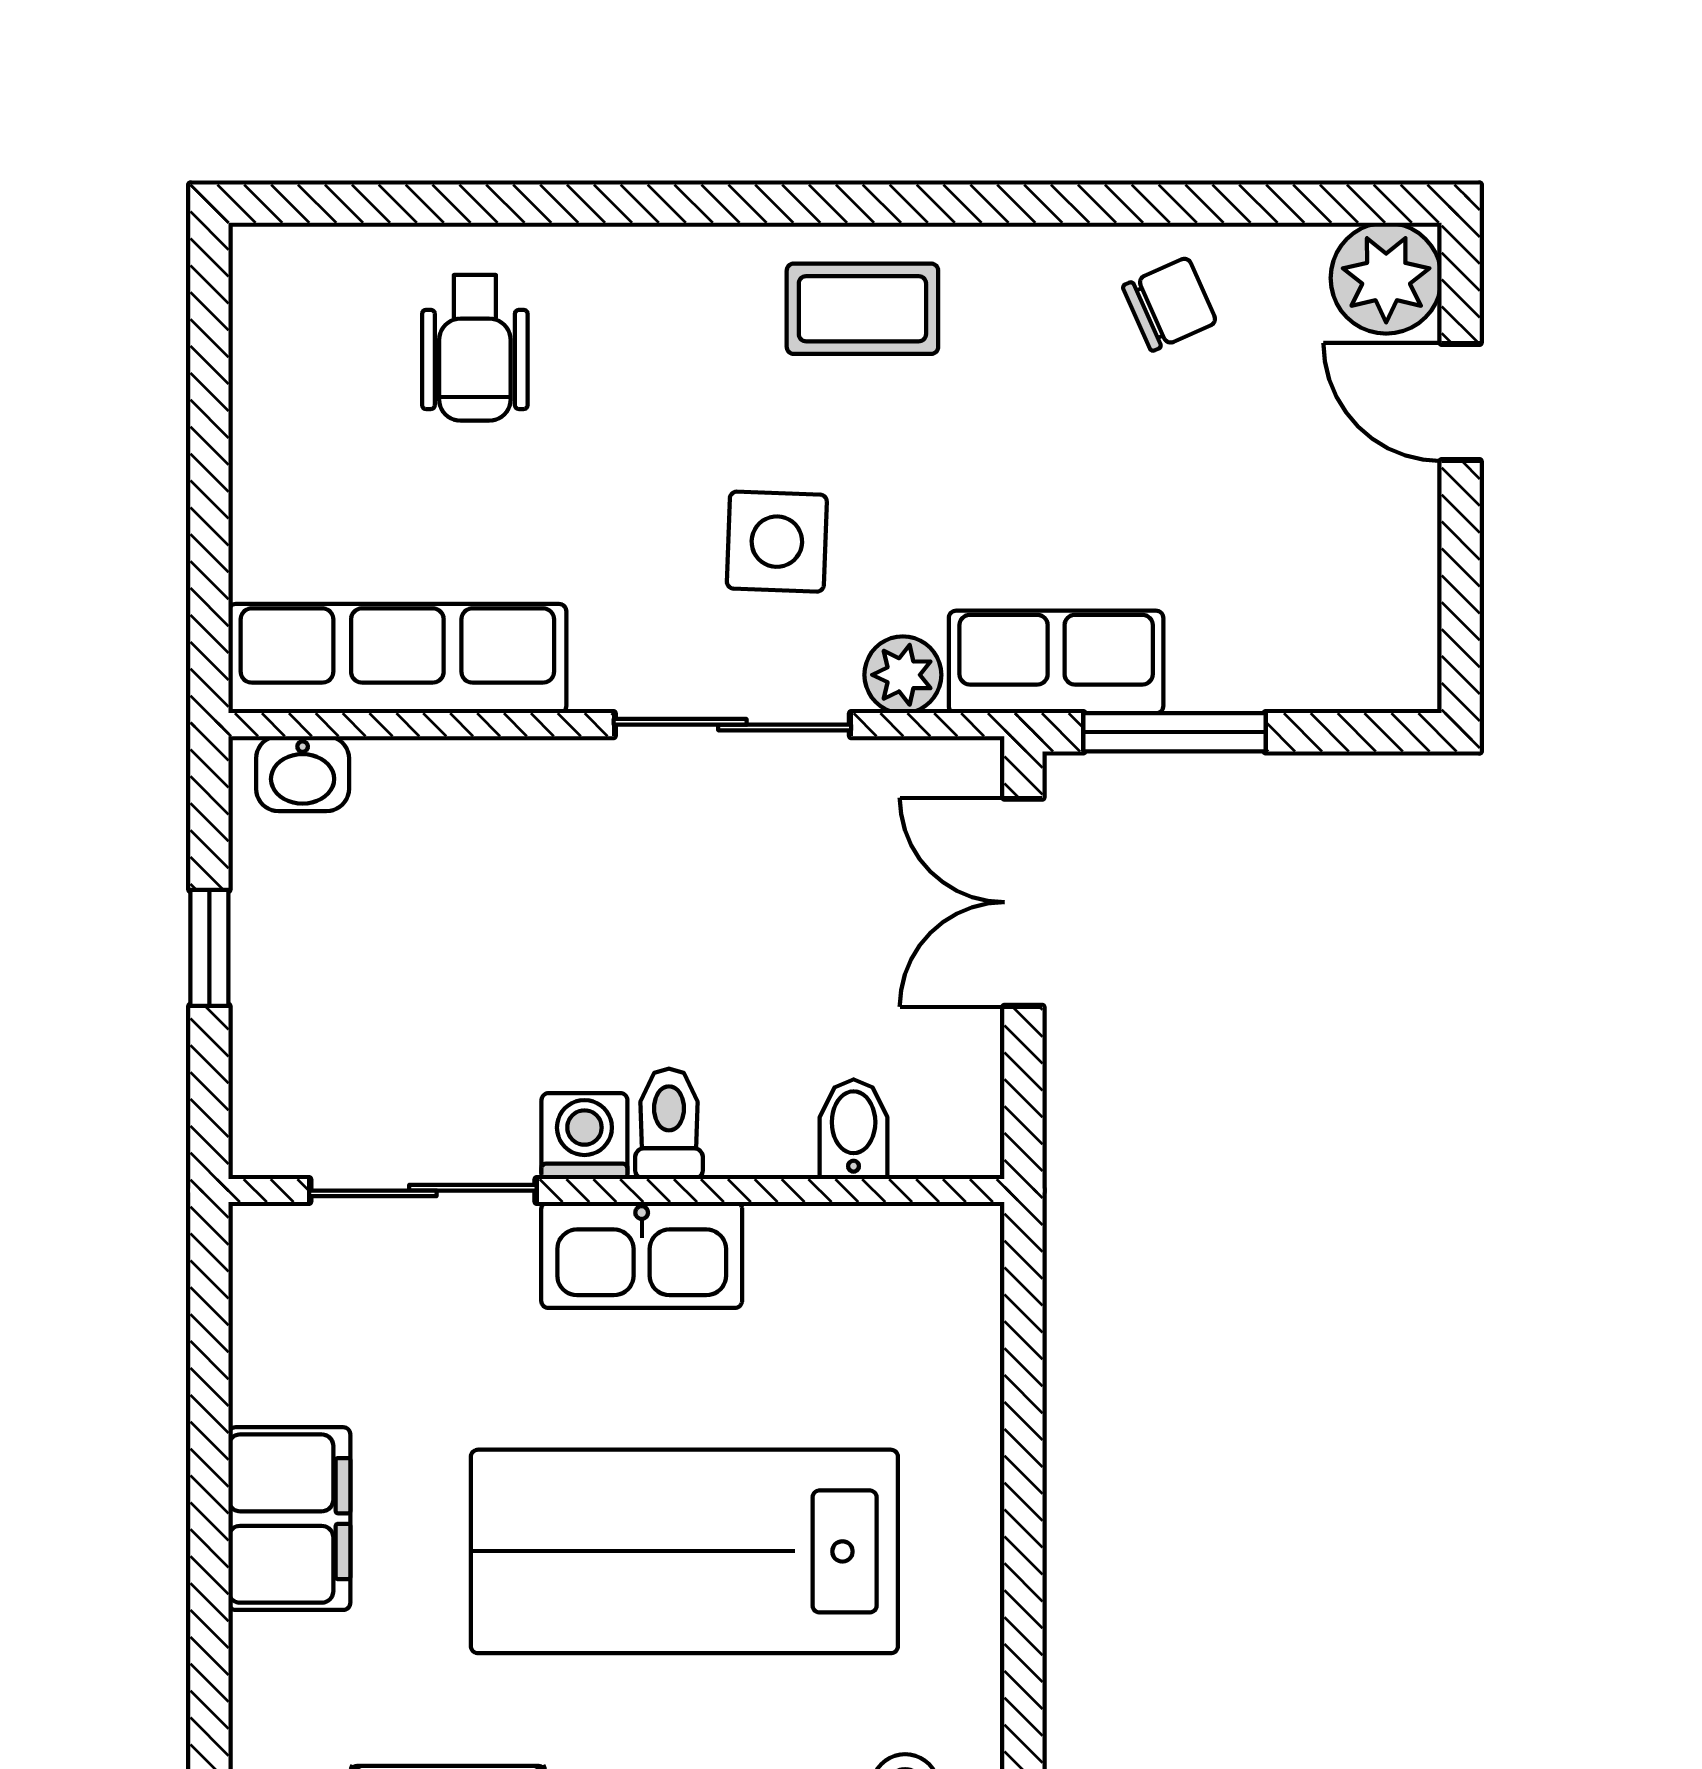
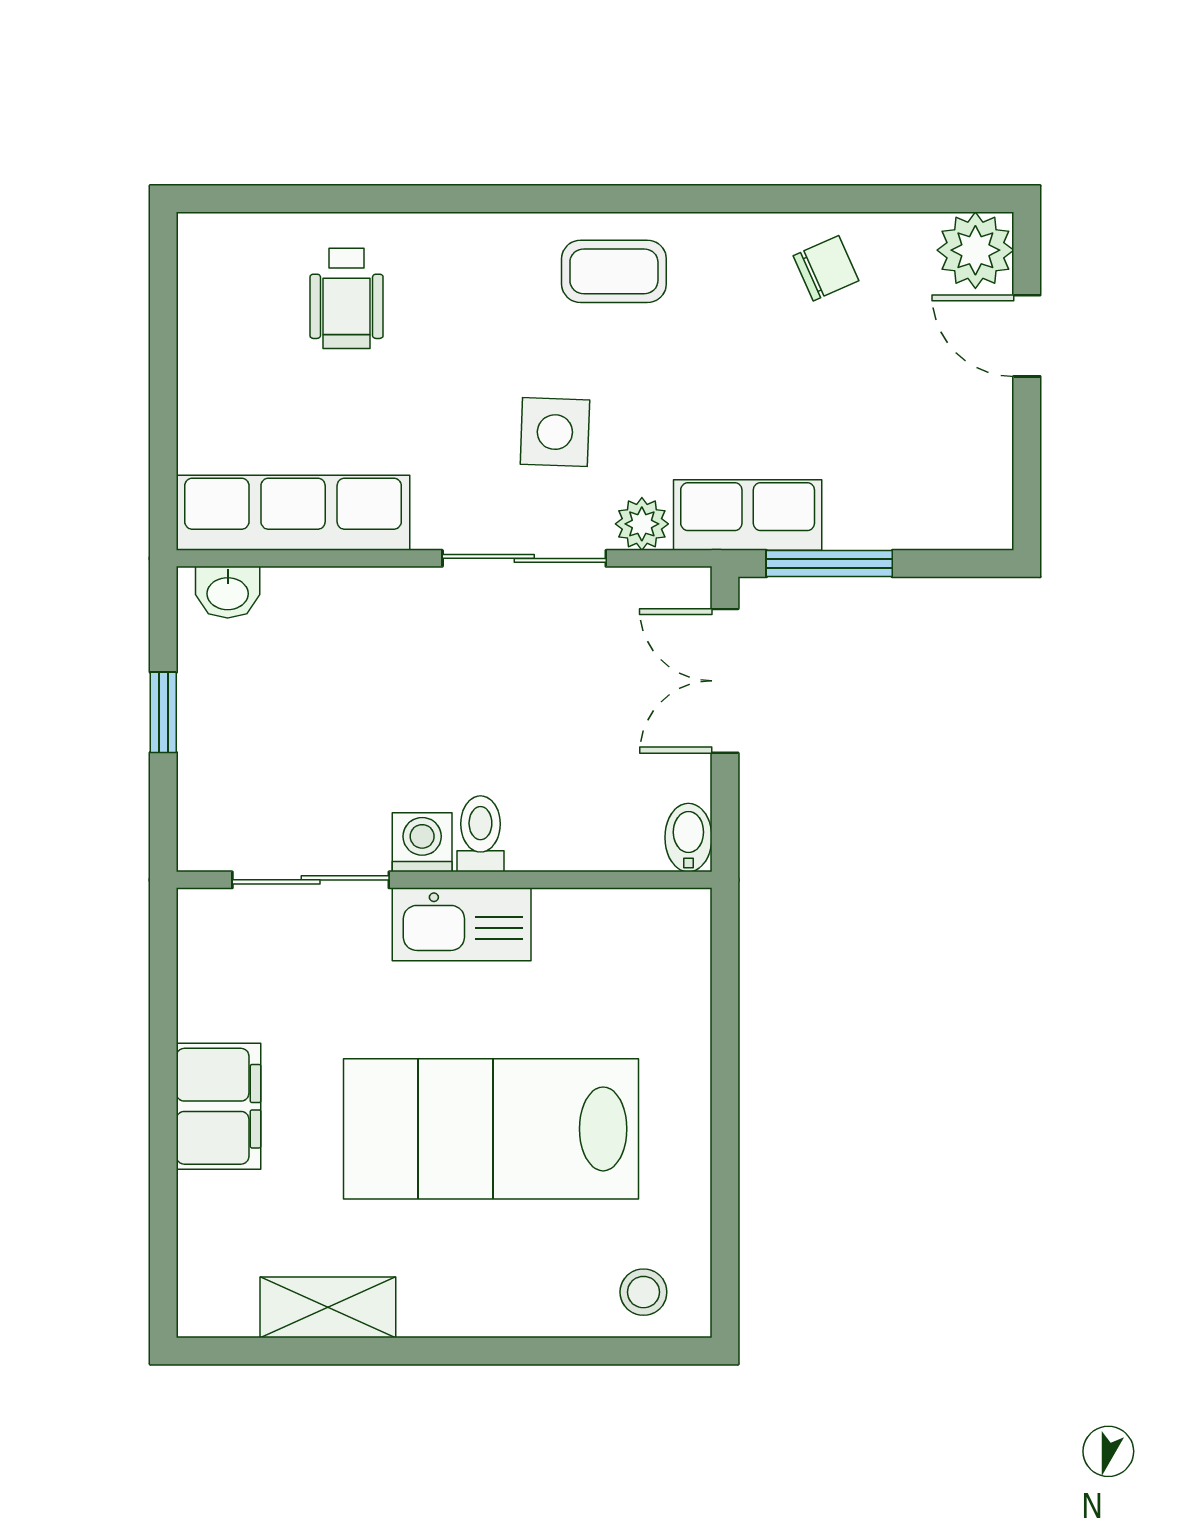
bidet: (854, 1129) -> (688, 838), moved

